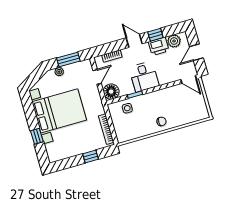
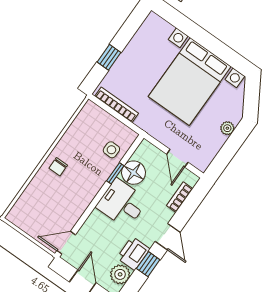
door: (134, 41) -> (168, 237), hinge flipped
window: (68, 60) -> (228, 151), removed
floor lamp: (111, 92) -> (134, 173), moved
window: (37, 136) -> (192, 30), removed

